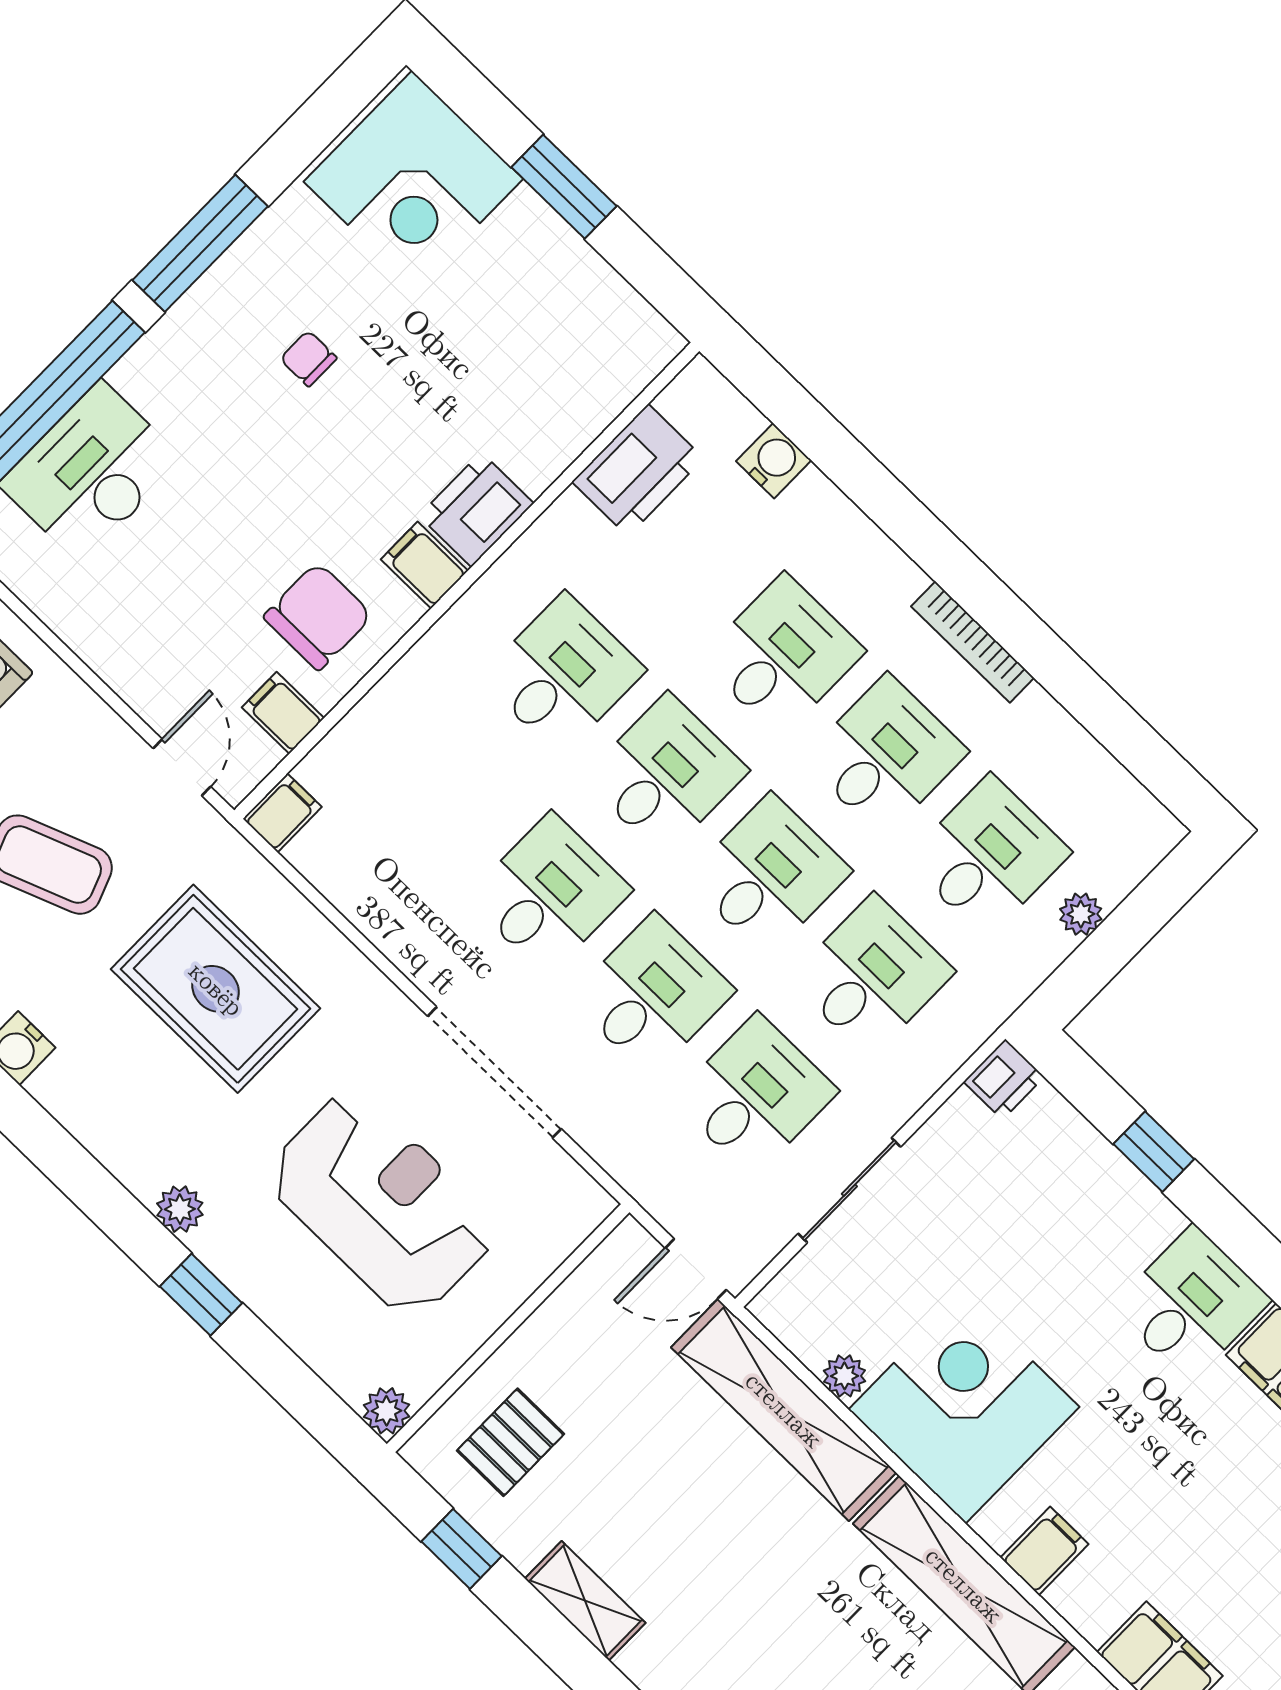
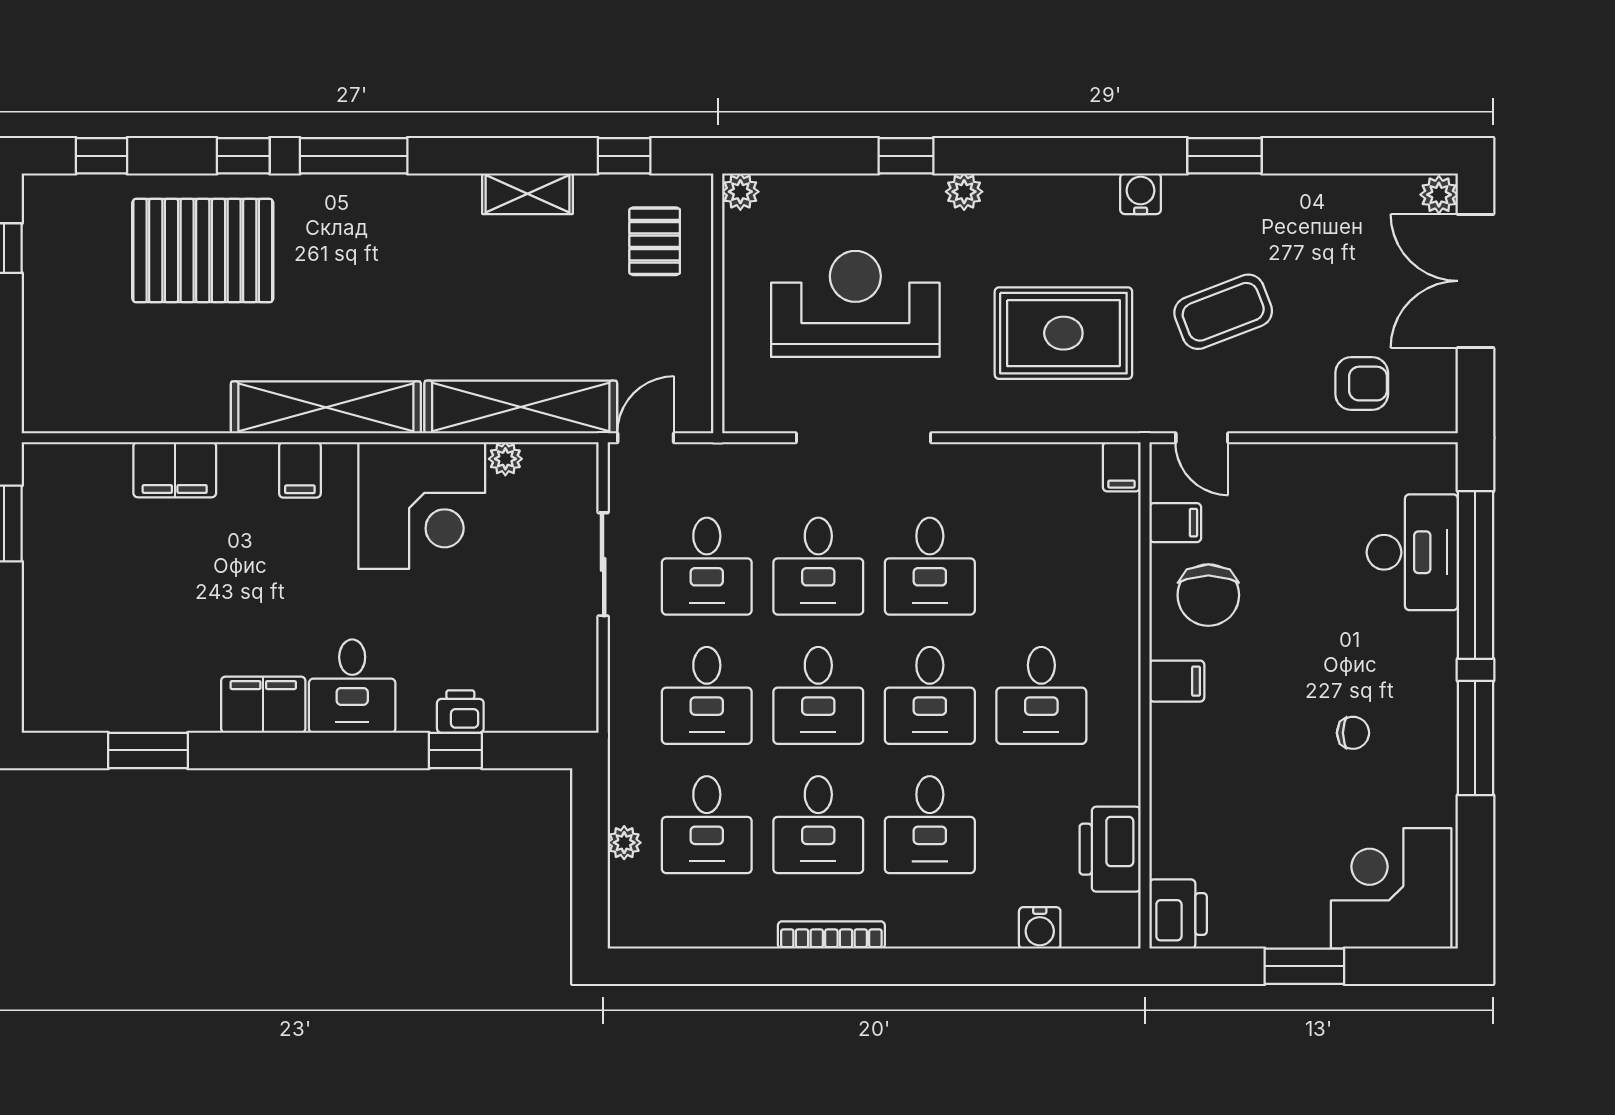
printer: (476, 510) -> (1178, 914), moved
printer: (1004, 1079) -> (460, 712), moved, turned 90
reception desk: (382, 1203) -> (855, 304), turned 180

